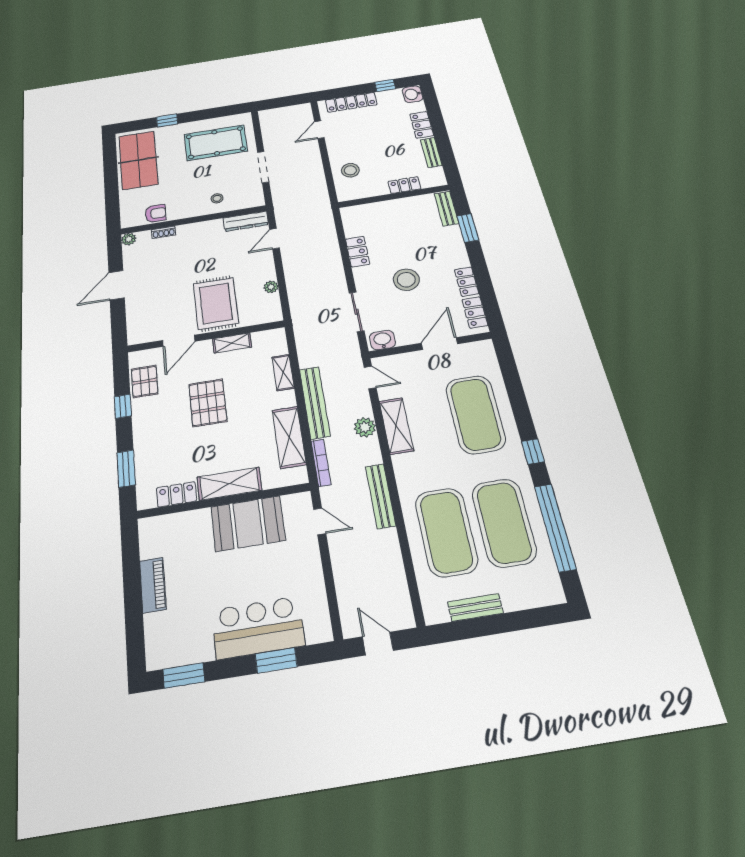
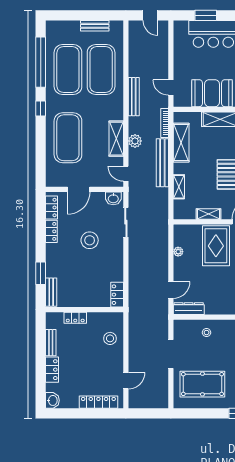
window: (385, 85) -> (71, 413), removed
locker: (358, 252) -> (117, 295), moved

